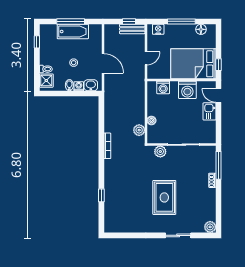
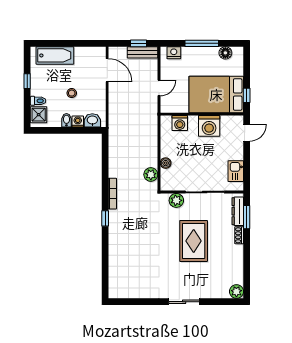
window: (71, 21) -> (68, 43), removed
bathtub: (73, 31) -> (55, 55), moved
window: (37, 42) -> (27, 81), moved
door: (103, 63) -> (107, 70), moved
door: (218, 95) -> (247, 133), swing flipped
kitchen sink: (210, 111) -> (236, 171), moved
dresser: (211, 160) -> (238, 211), added
window: (218, 165) -> (247, 217), width x0.69
window: (101, 195) -> (105, 218), moved
rug: (164, 197) -> (194, 241), moved
sliding door: (178, 235) -> (184, 302), moved

